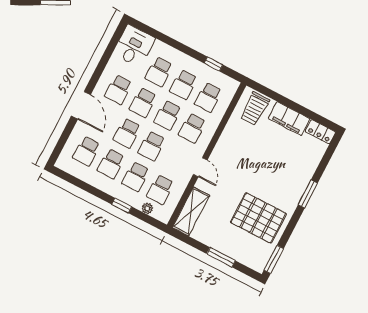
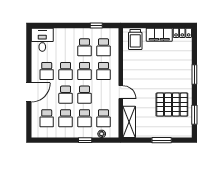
school desk: (159, 72) -> (66, 47), removed
door: (81, 105) -> (29, 92), hinge flipped
window: (274, 259) -> (194, 115), moved

